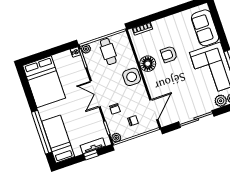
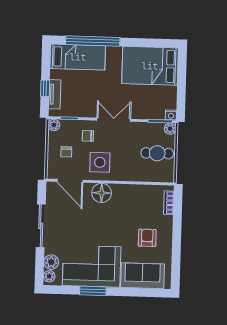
armchair: (169, 54) -> (147, 238), moved
floor lamp: (148, 64) -> (102, 193), moved
side table: (132, 77) -> (100, 162), moved

